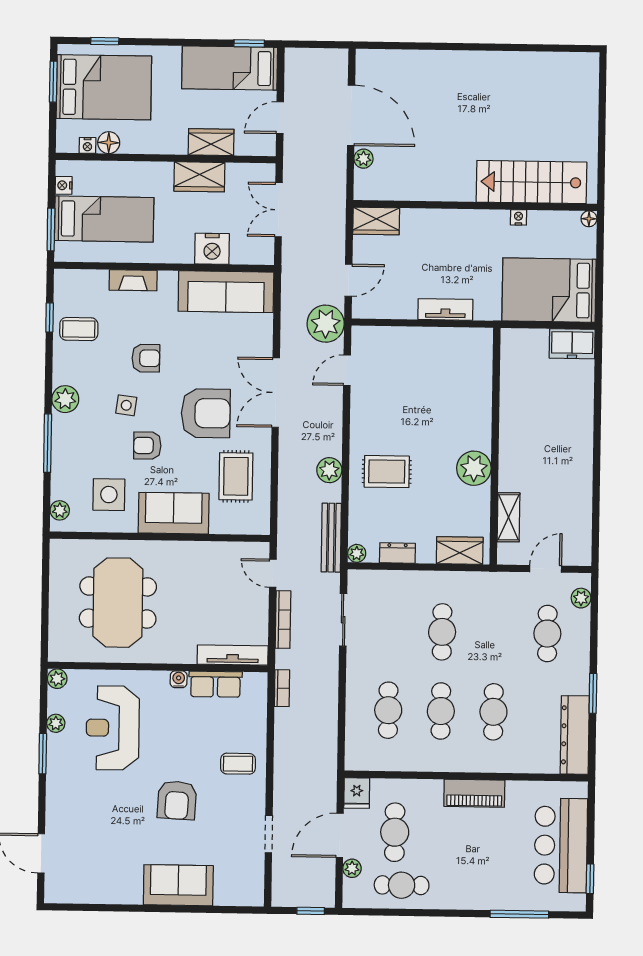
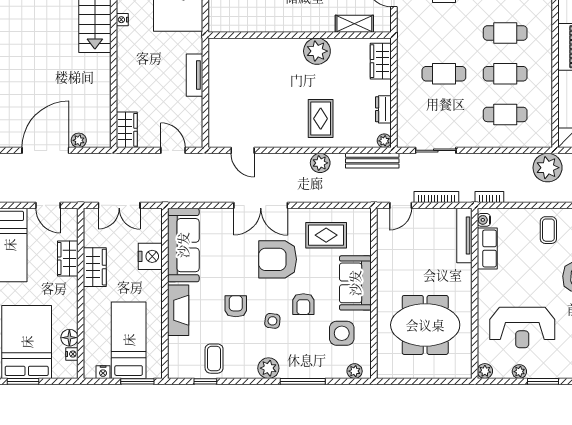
fireplace: (133, 280) -> (178, 310), width x1.37, depth x1.32
plant: (326, 324) -> (548, 168), moved
armchair: (206, 413) -> (278, 259), turned -90
water cooler: (179, 679) -> (484, 220), moved

